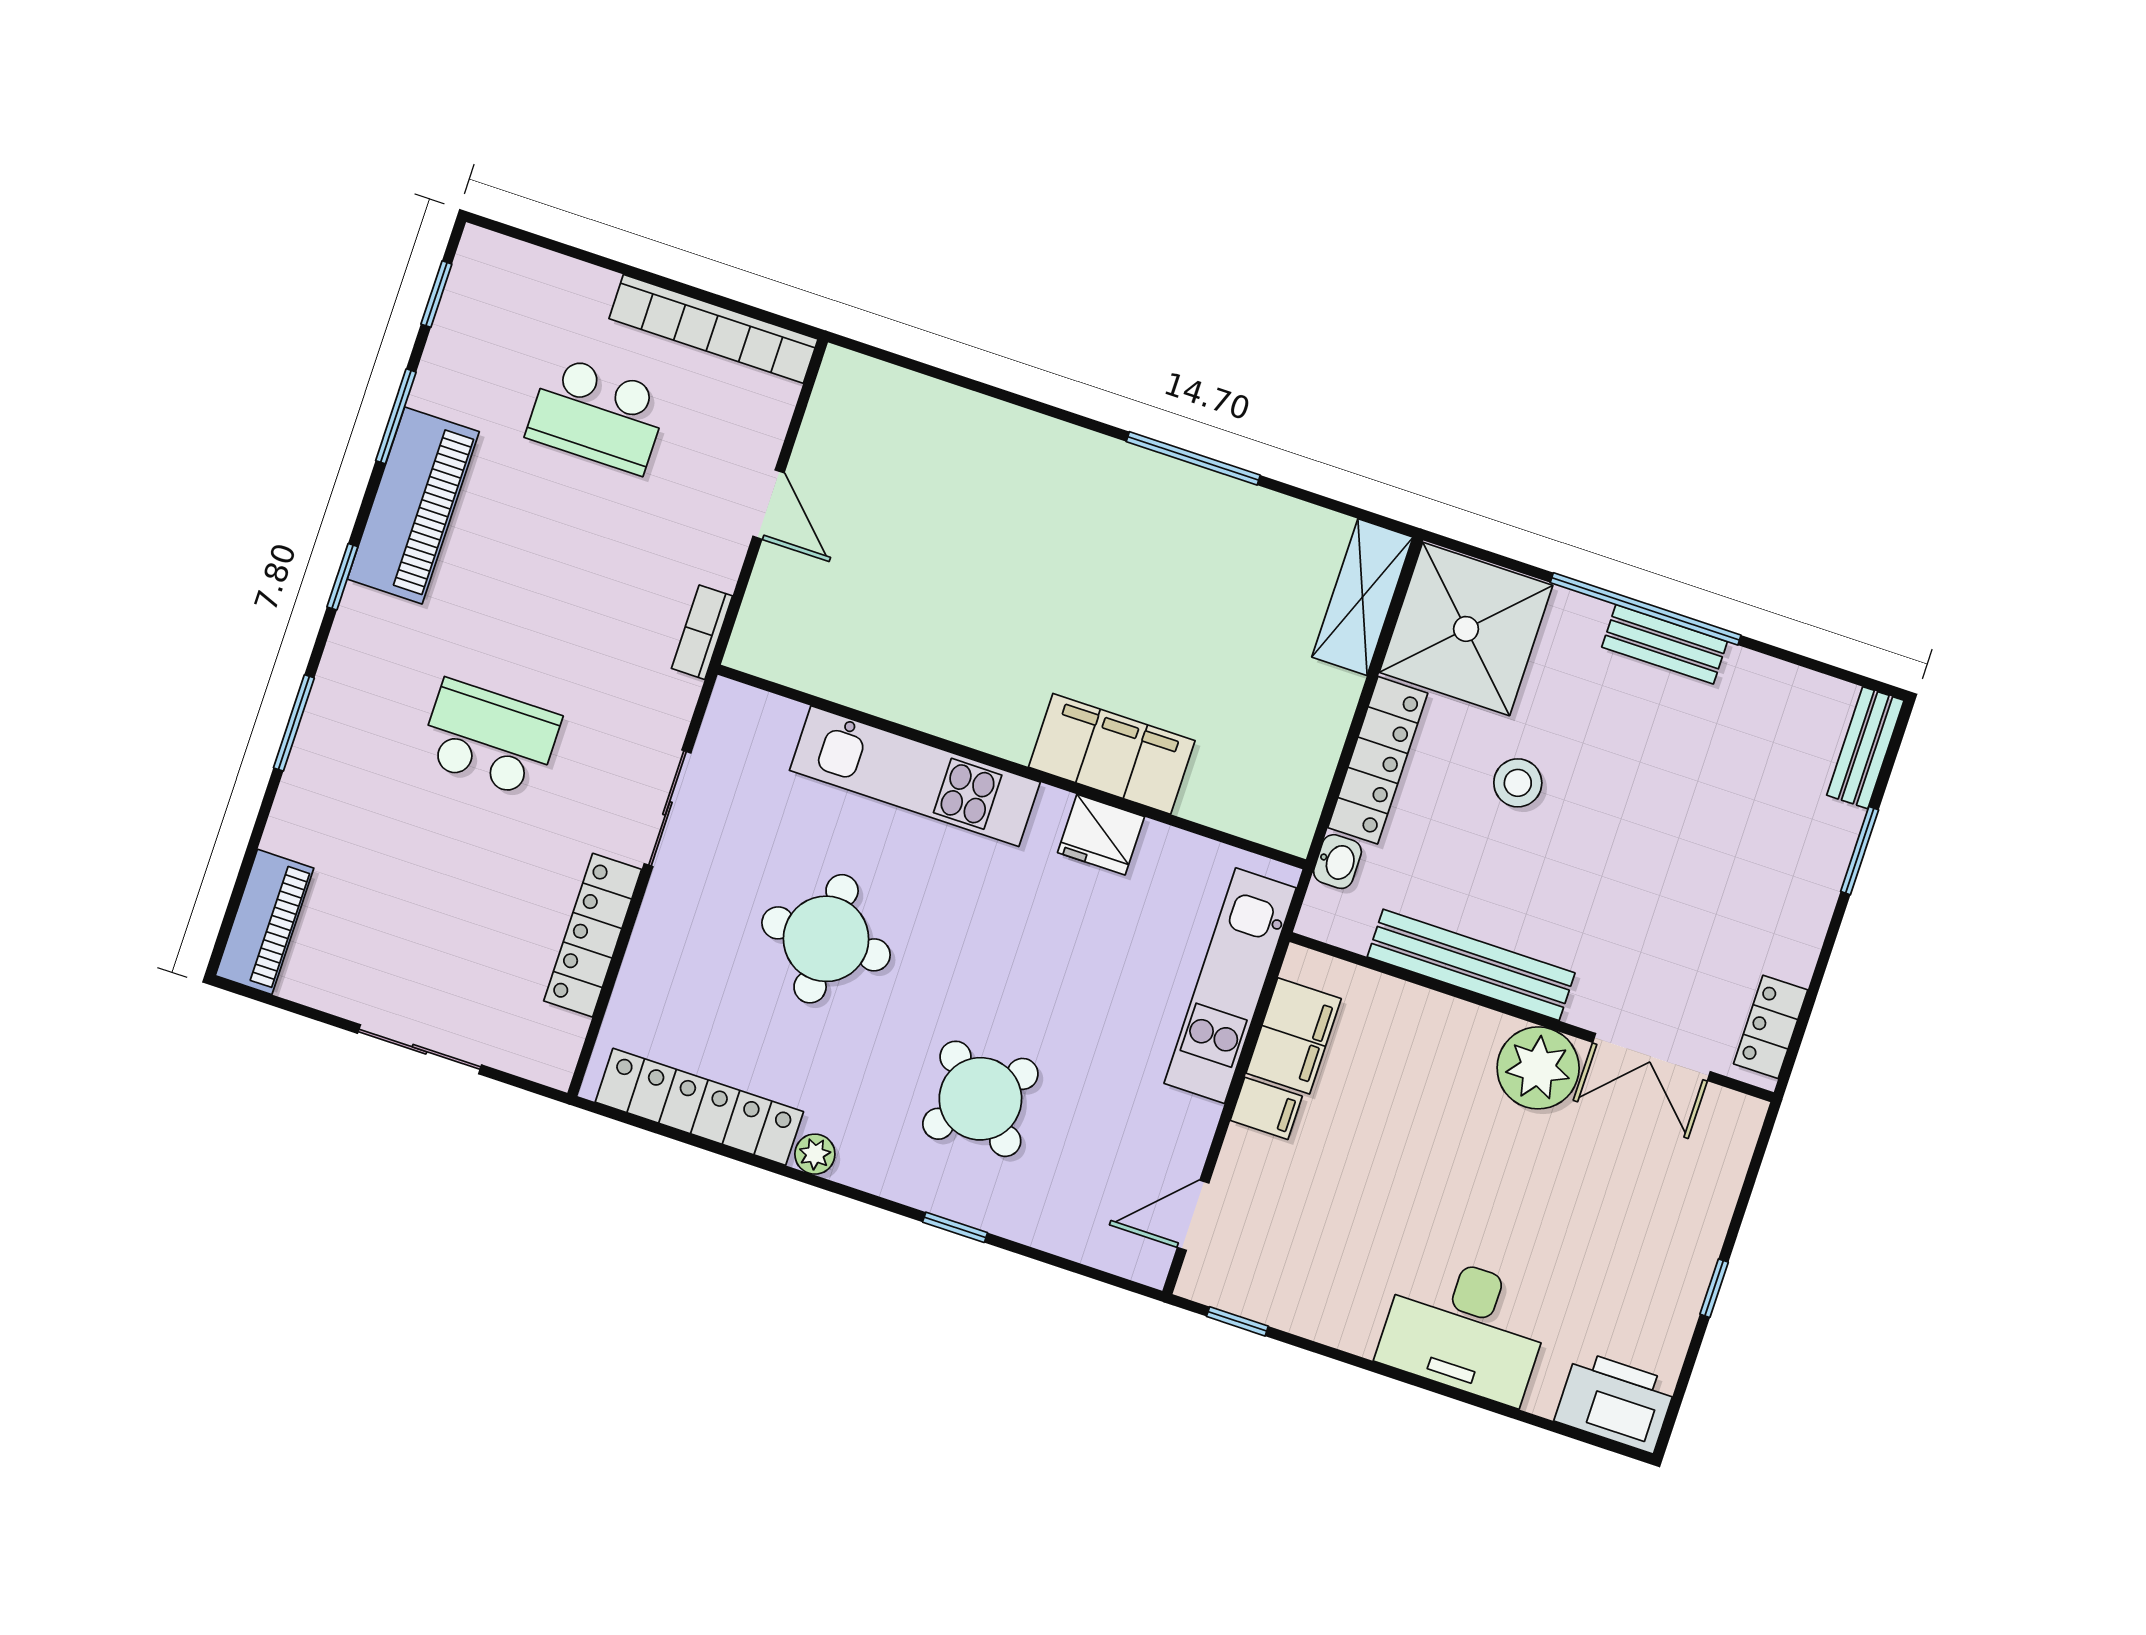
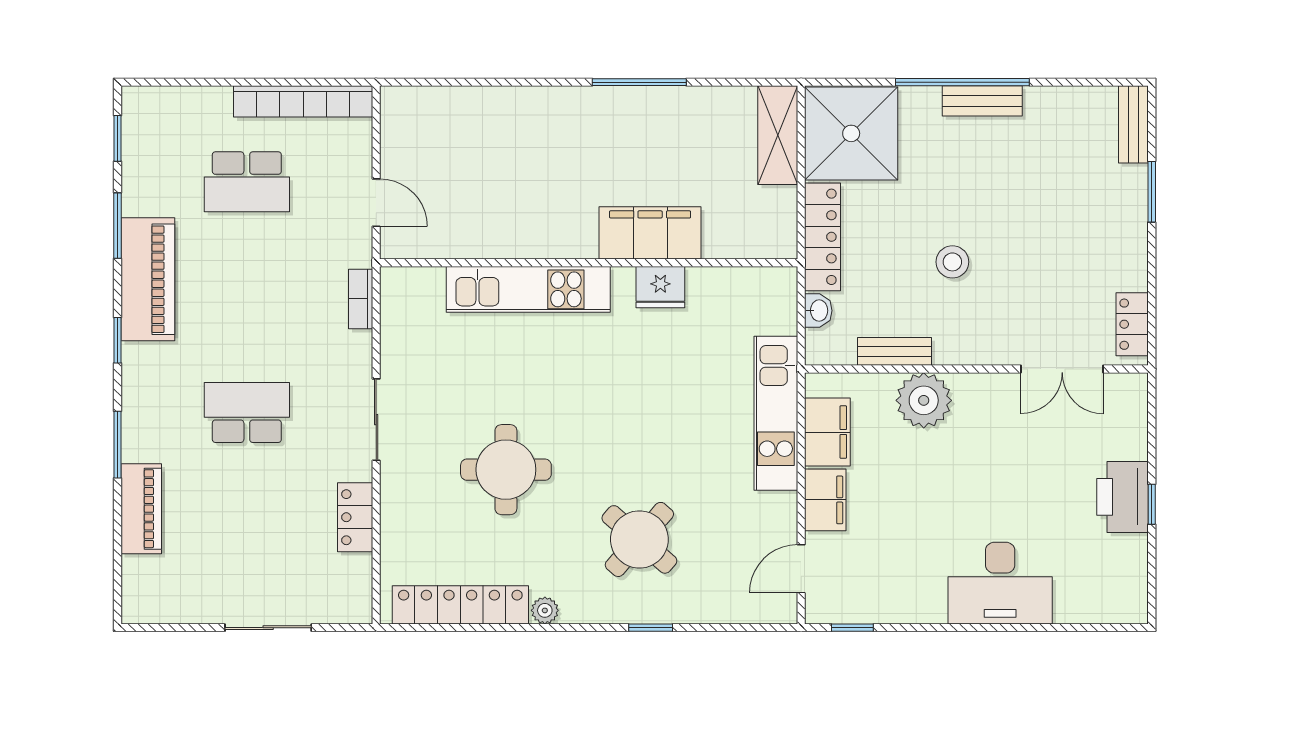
filing cabinet: (1112, 754) -> (650, 233), moved
wall: (1012, 767) -> (589, 263), moved
kitchen unit: (915, 776) -> (528, 289), moved
stool: (1518, 783) -> (952, 262), moved
fridge: (1101, 835) -> (660, 287), moved
piano: (265, 922) -> (141, 509), moved
locker: (593, 935) -> (355, 517), width x0.66
bench: (1471, 965) -> (895, 351), width x0.54, depth x0.82
plant: (1538, 1068) -> (924, 400), moved
filing cabinet: (1266, 1108) -> (825, 500), width x2.00
printer: (1615, 1402) -> (1123, 497), moved, turned -90

